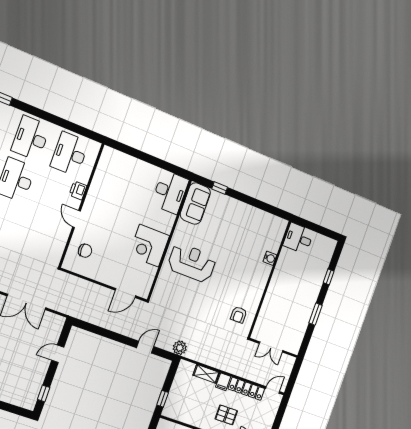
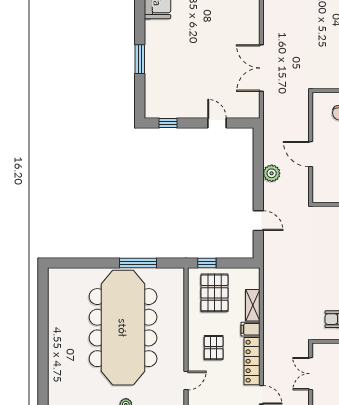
door: (125, 293) -> (311, 154), moved
plant: (180, 348) -> (272, 173), moved
pallet: (187, 401) -> (214, 293), added

